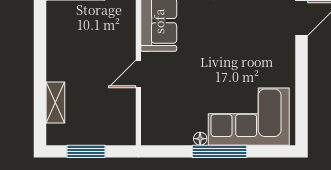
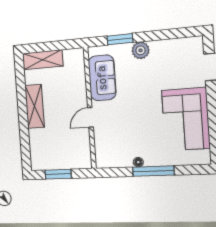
shelving: (55, 102) -> (35, 106), moved, width x1.50, depth x1.33
corner sofa: (249, 117) -> (186, 119), moved, turned -90

